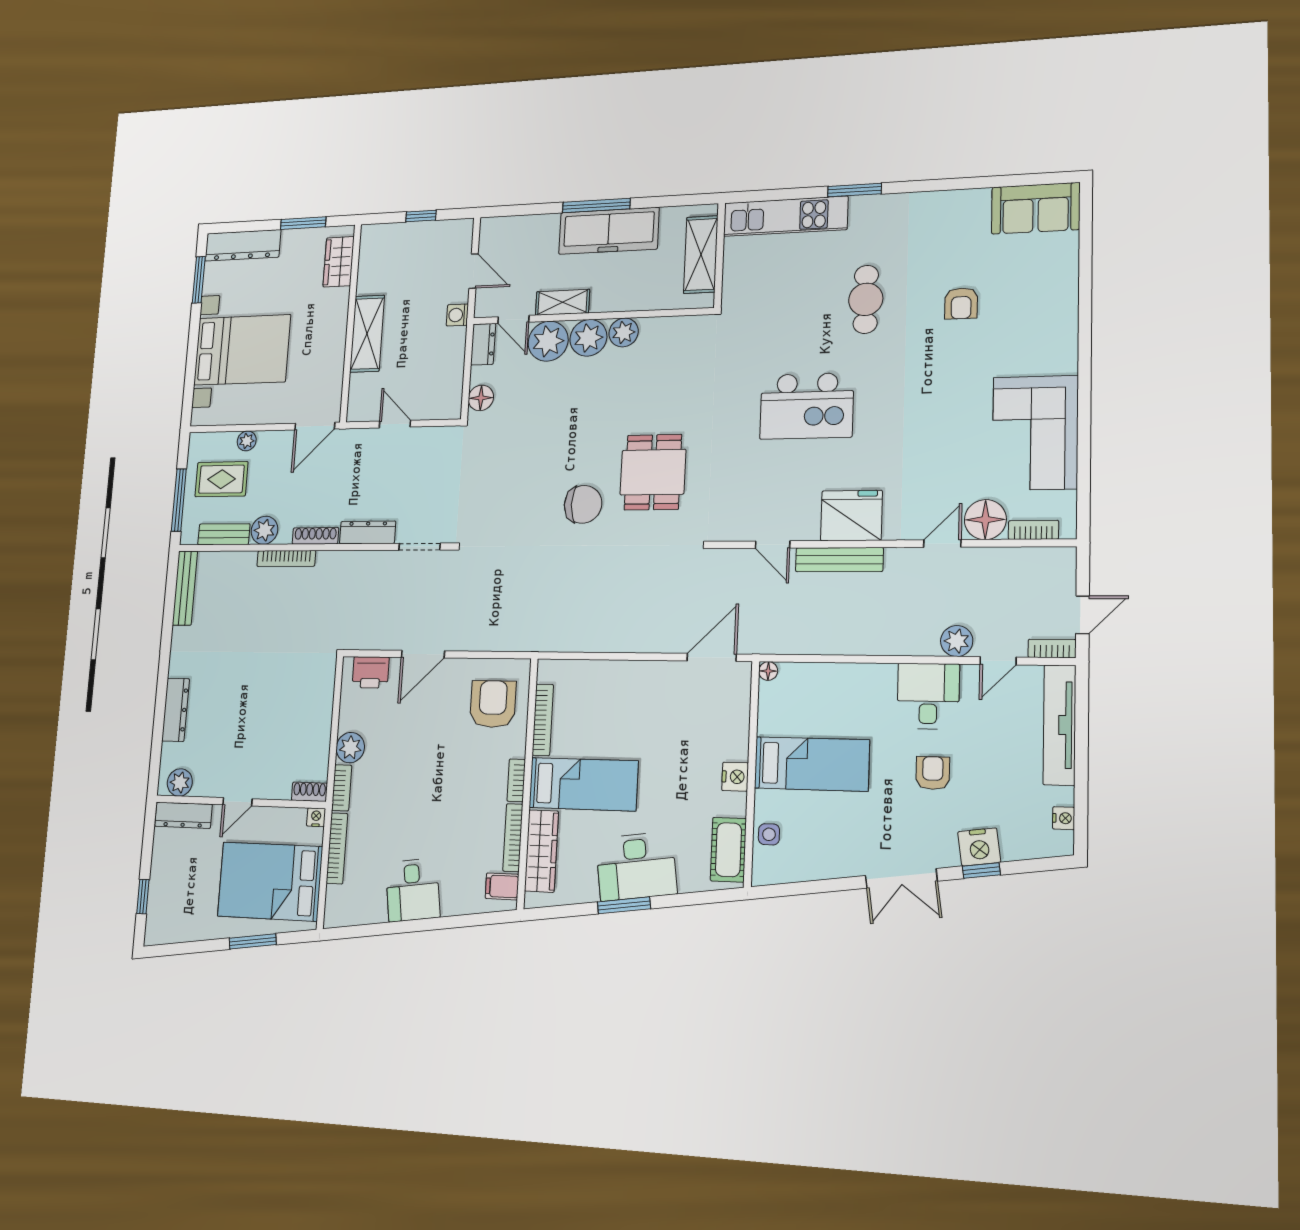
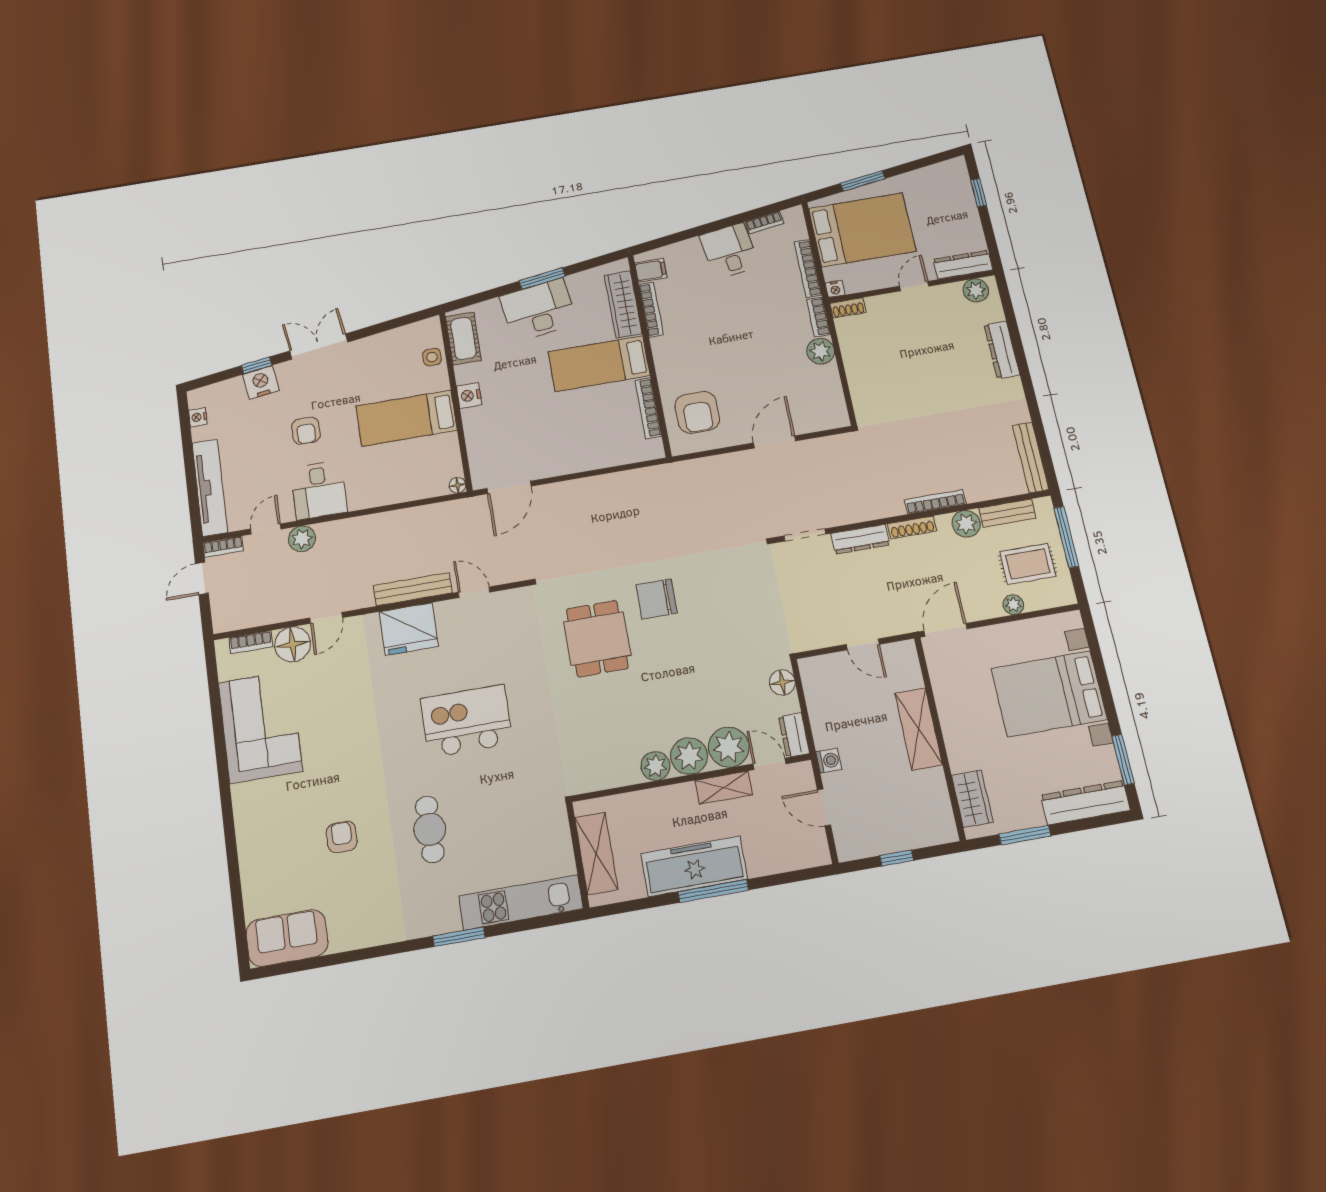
printer: (371, 672) -> (820, 417), removed
bookcase: (516, 780) -> (765, 222), moved, turned 82

